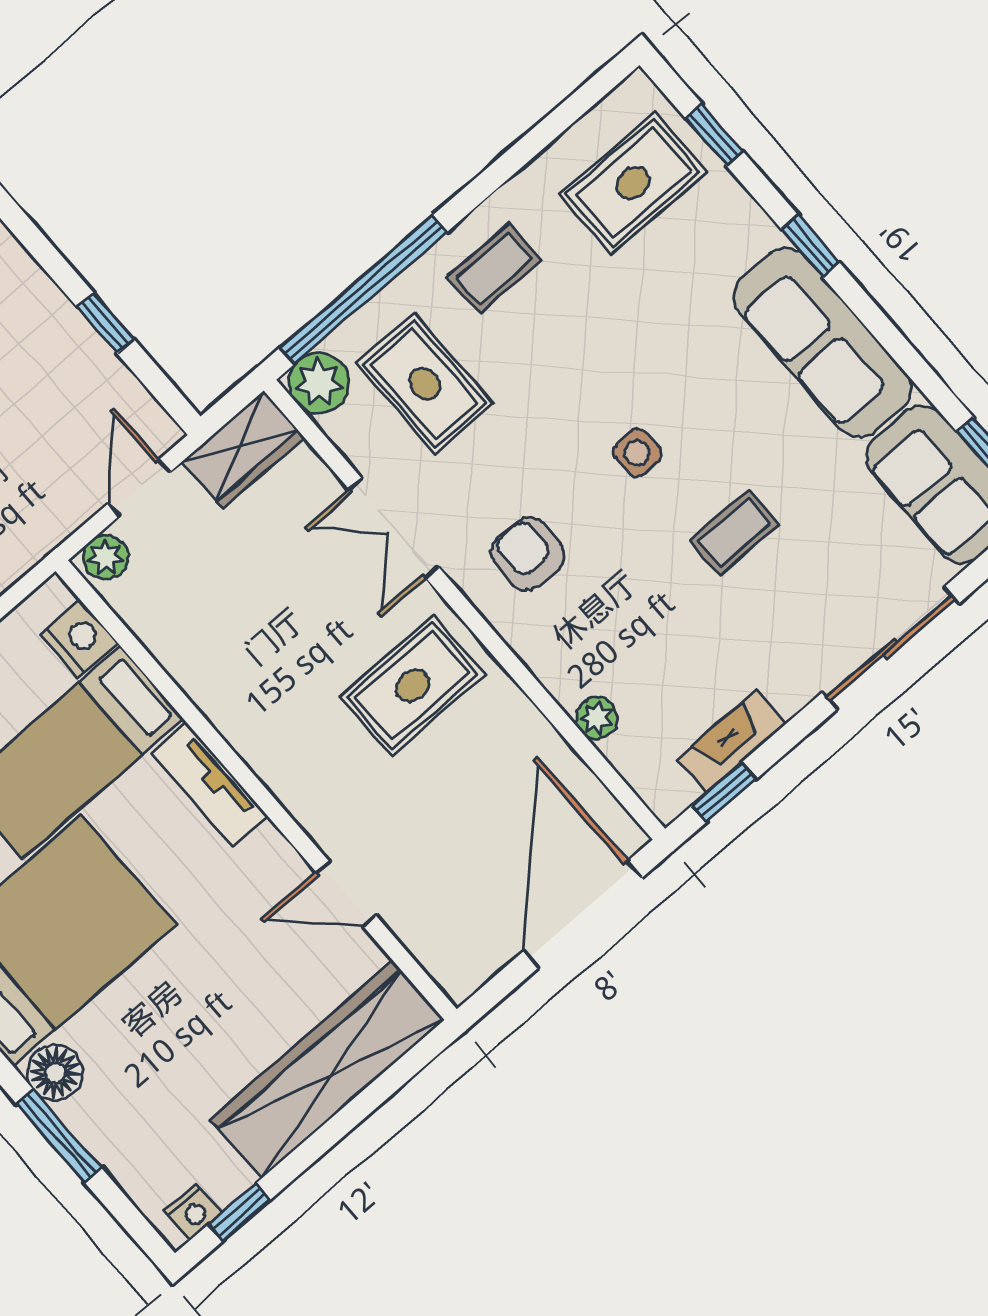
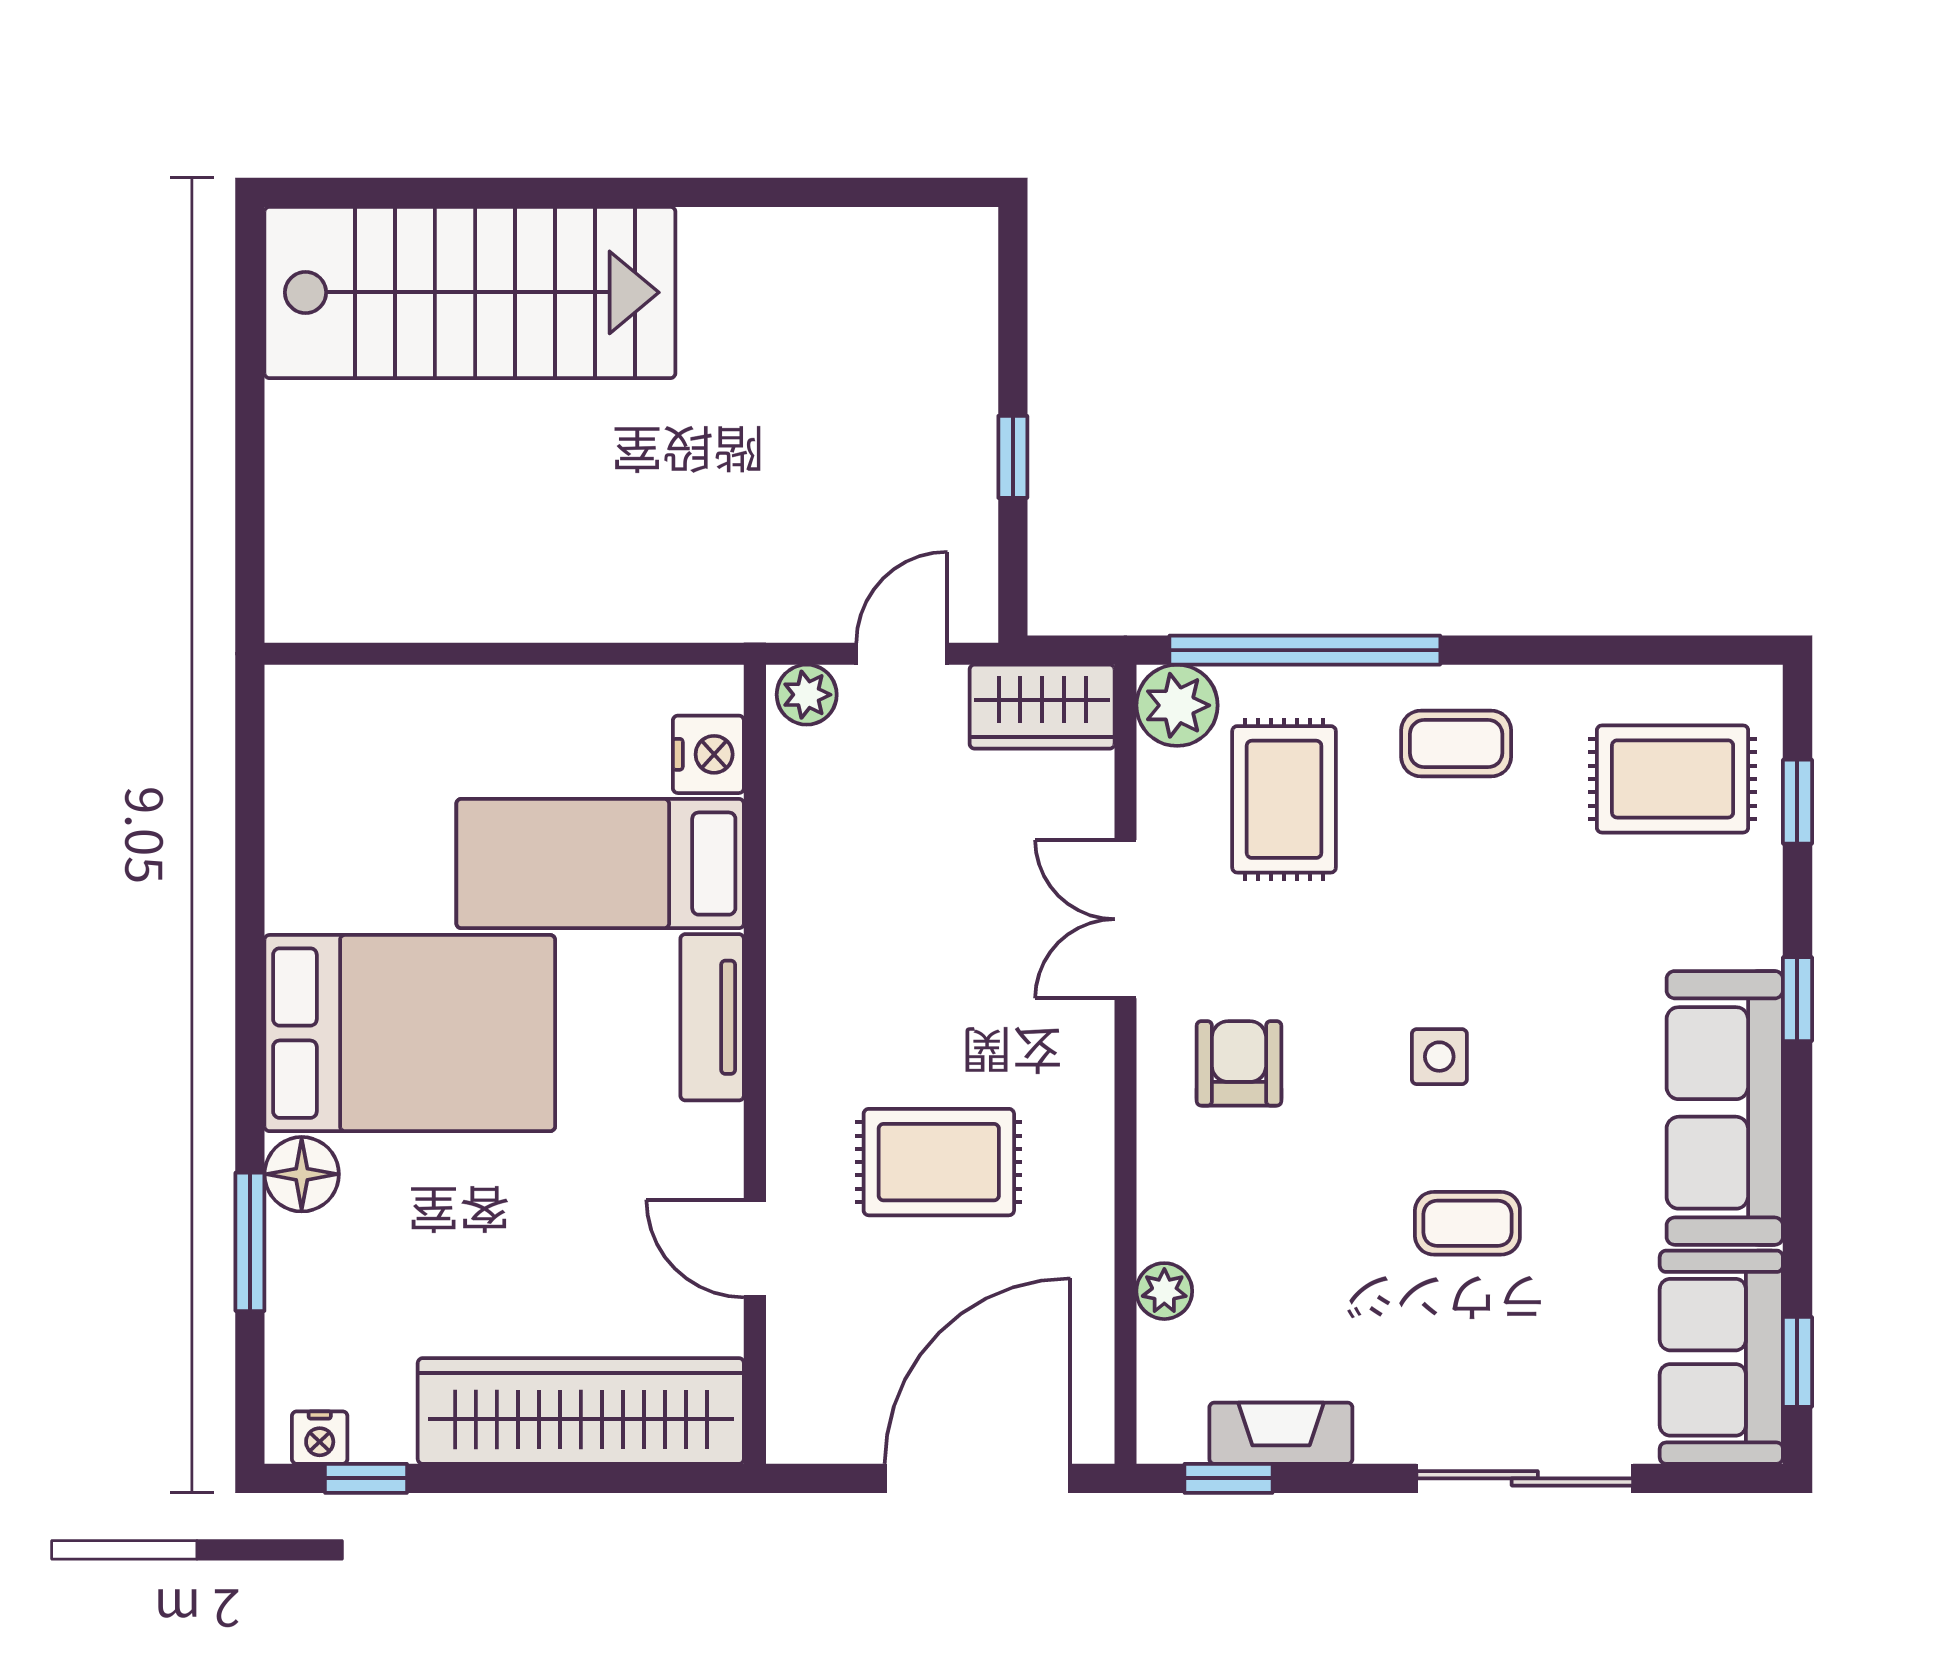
rug: (412, 686) -> (939, 1162), moved

